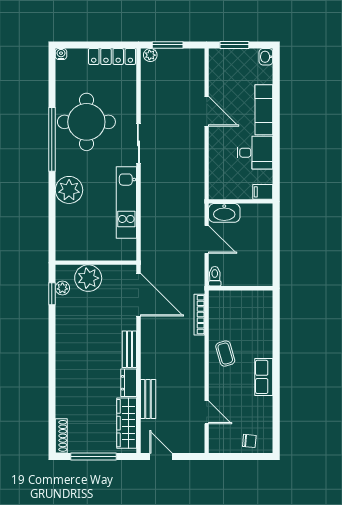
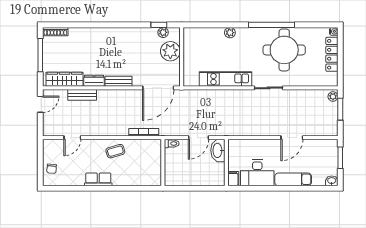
locker: (112, 56) -> (332, 54), moved
desk: (255, 153) -> (257, 173), width x1.37
plant: (69, 190) -> (230, 33), width x0.53, depth x0.53

